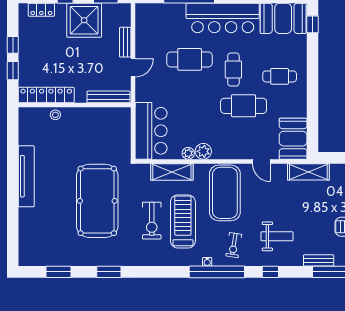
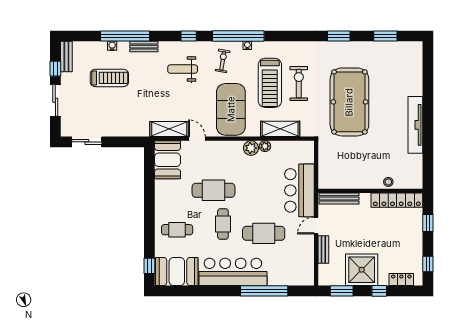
window: (13, 45) -> (428, 264), moved
cafe table: (280, 76) -> (177, 230), moved
bar counter: (151, 131) -> (299, 190), moved
shelving: (308, 172) -> (169, 129), moved

